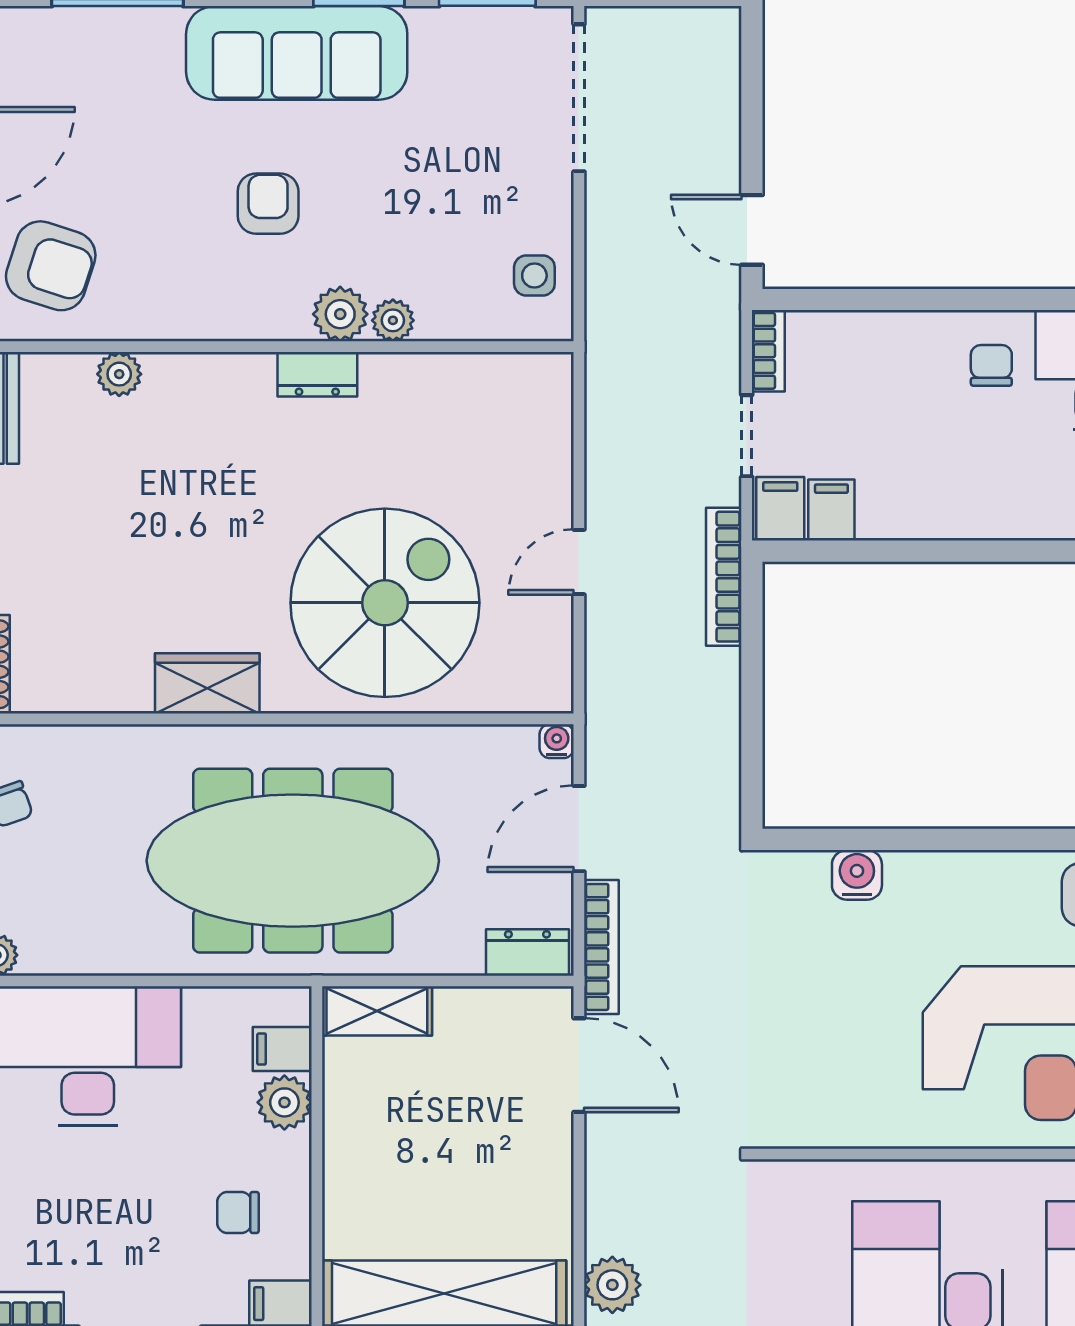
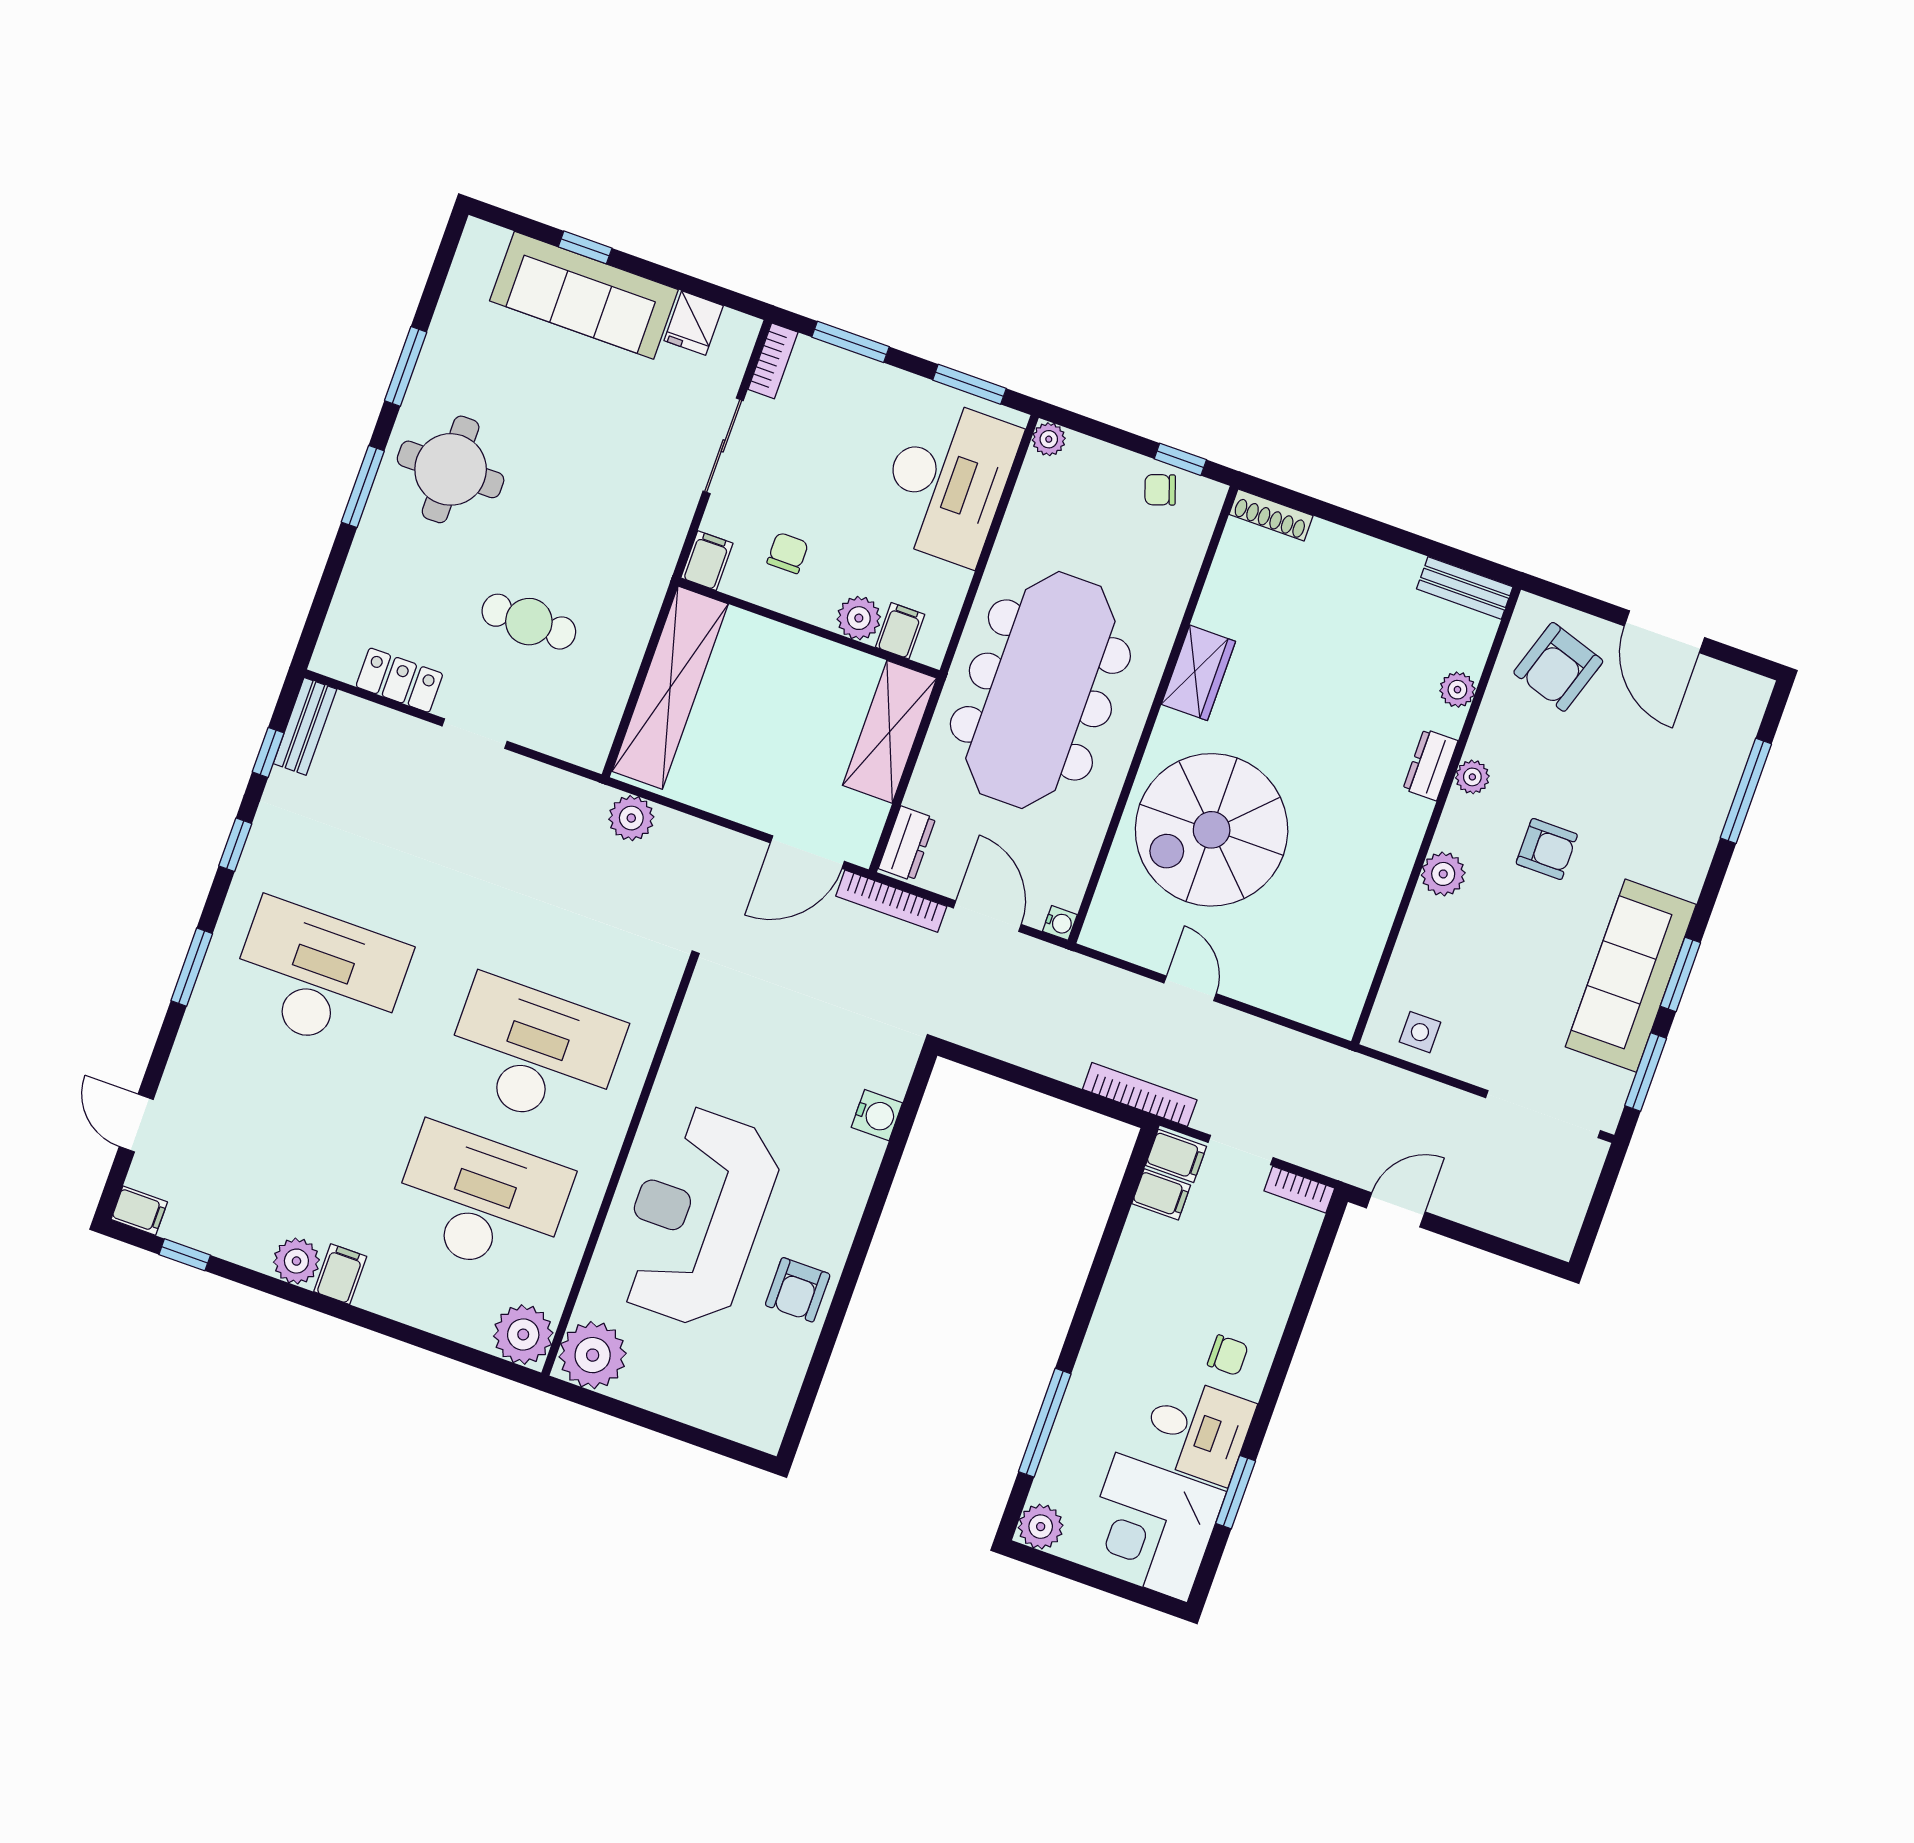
sofa: (297, 53) -> (1631, 976), moved
plant: (393, 320) -> (1472, 777), moved
dresser: (317, 374) -> (1430, 765), moved
spiral stairs: (385, 603) -> (1212, 830), turned 90
shelving: (377, 1011) -> (890, 732), width x1.50, depth x1.33

